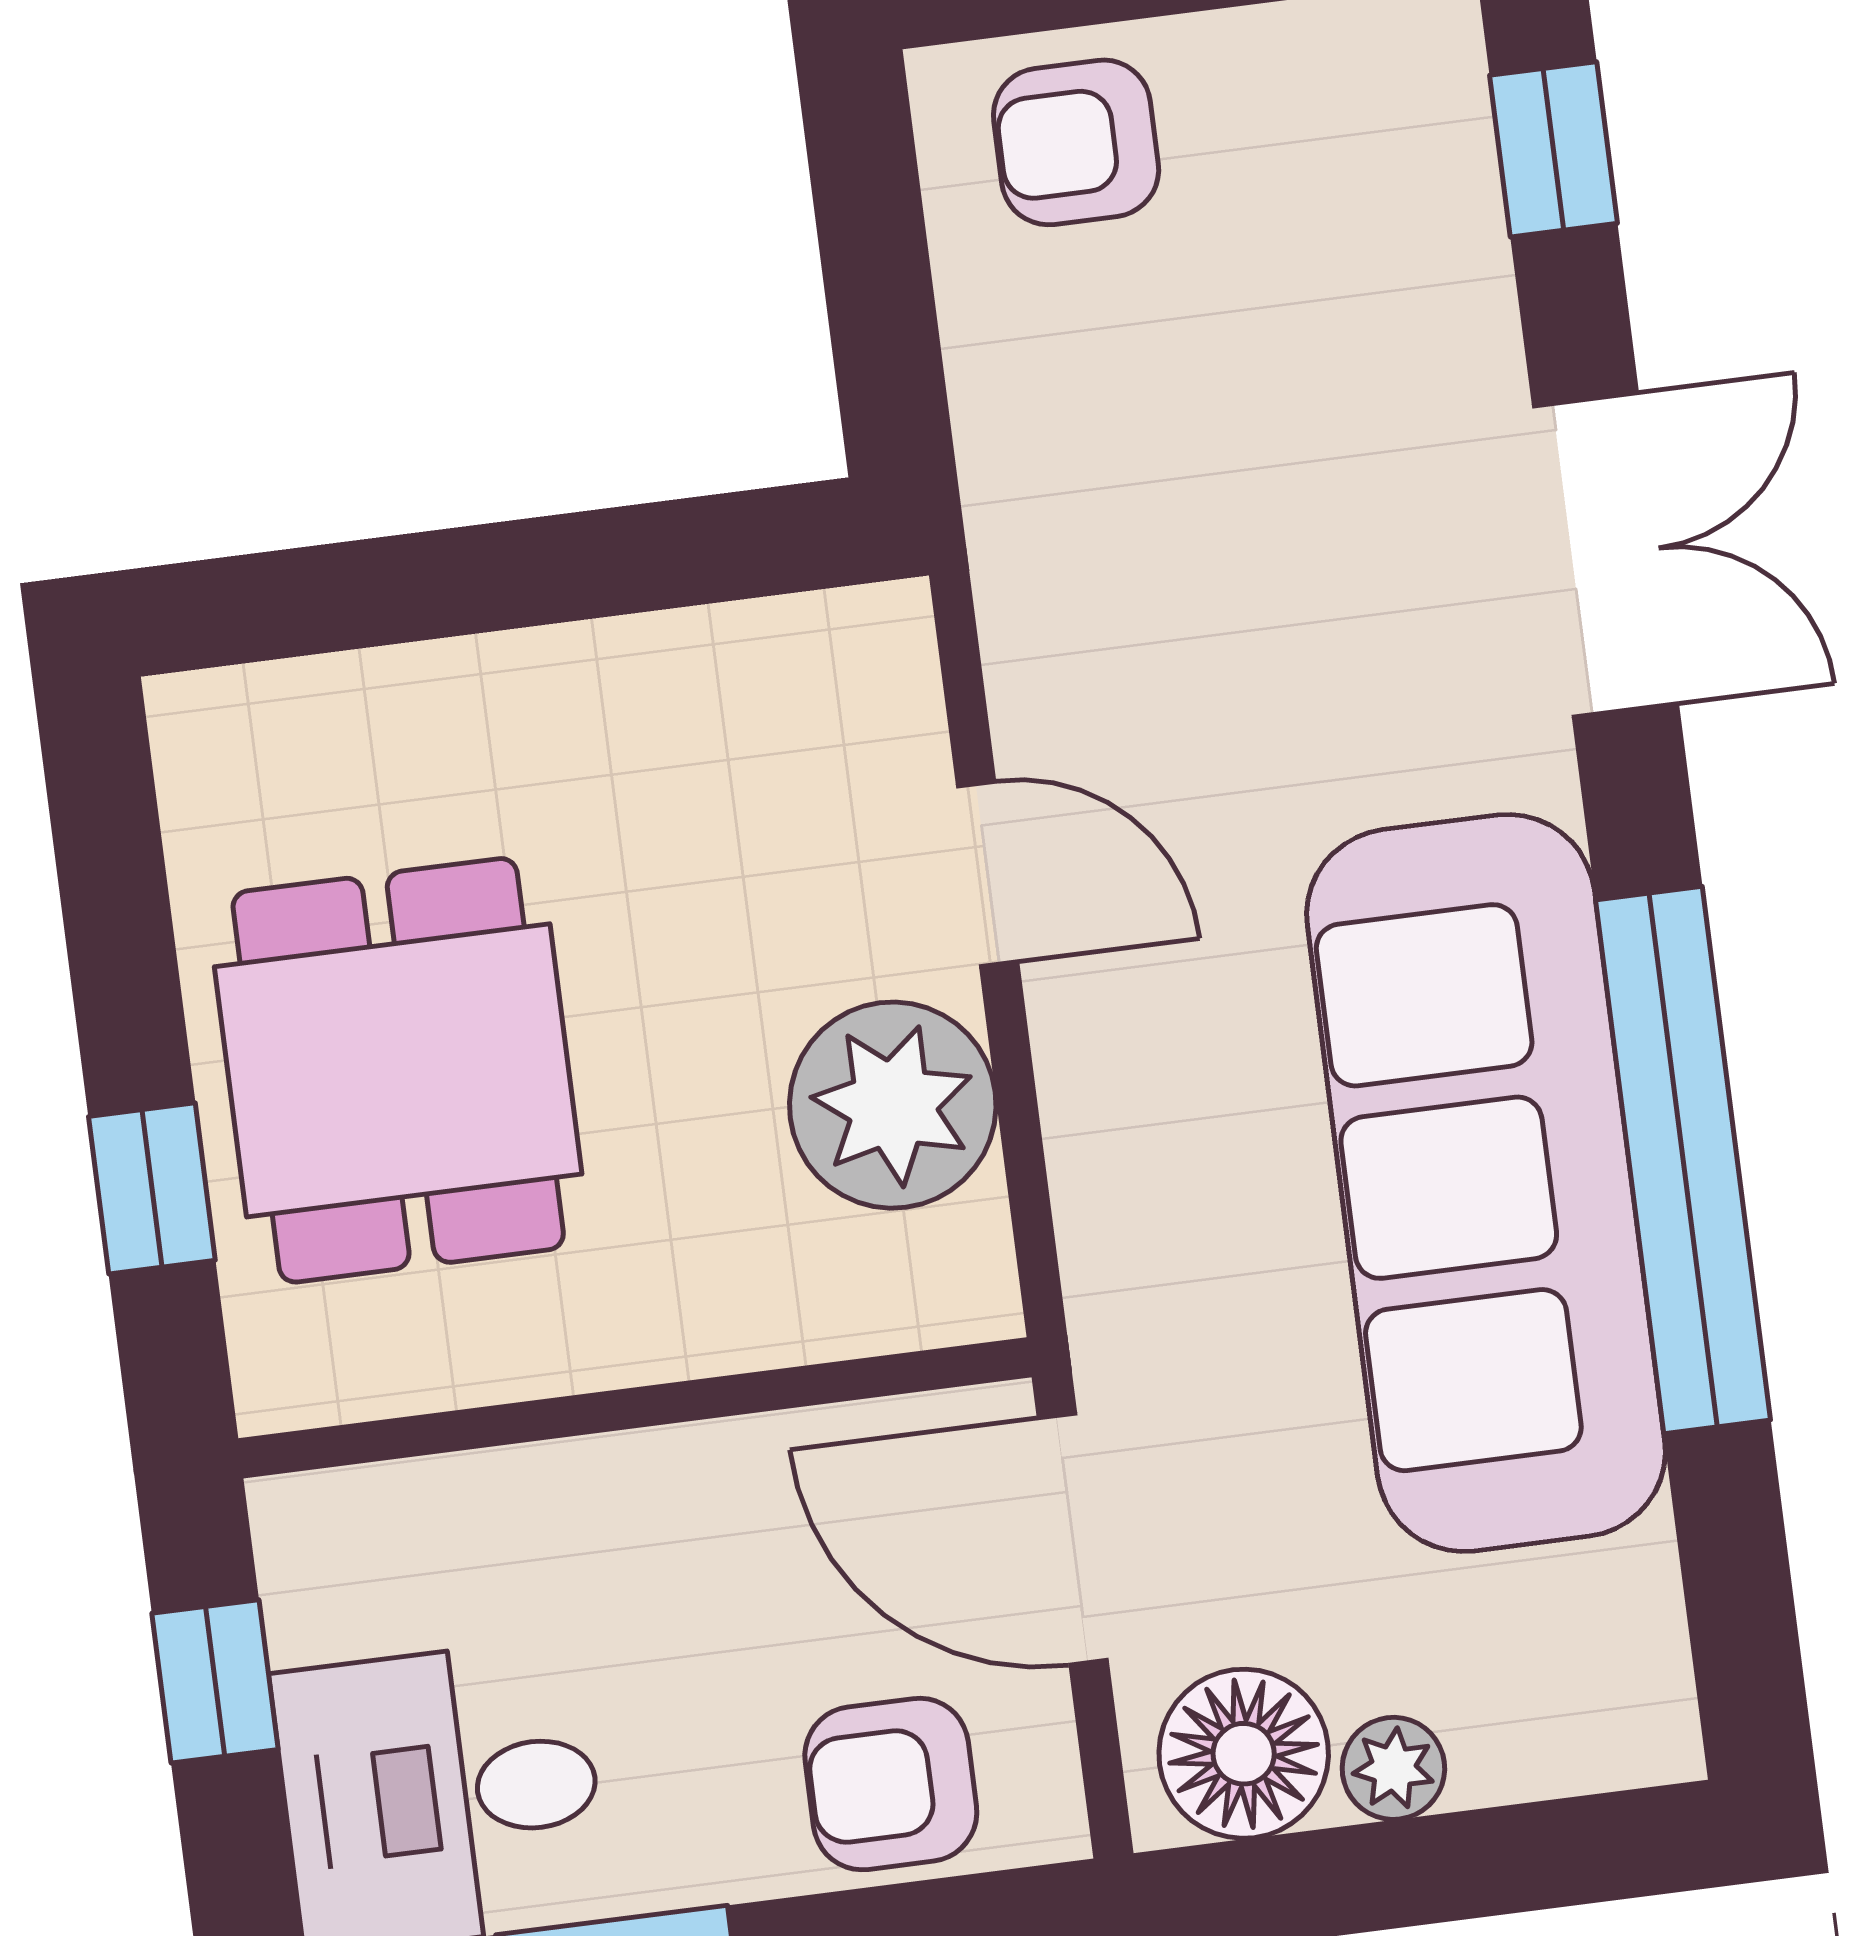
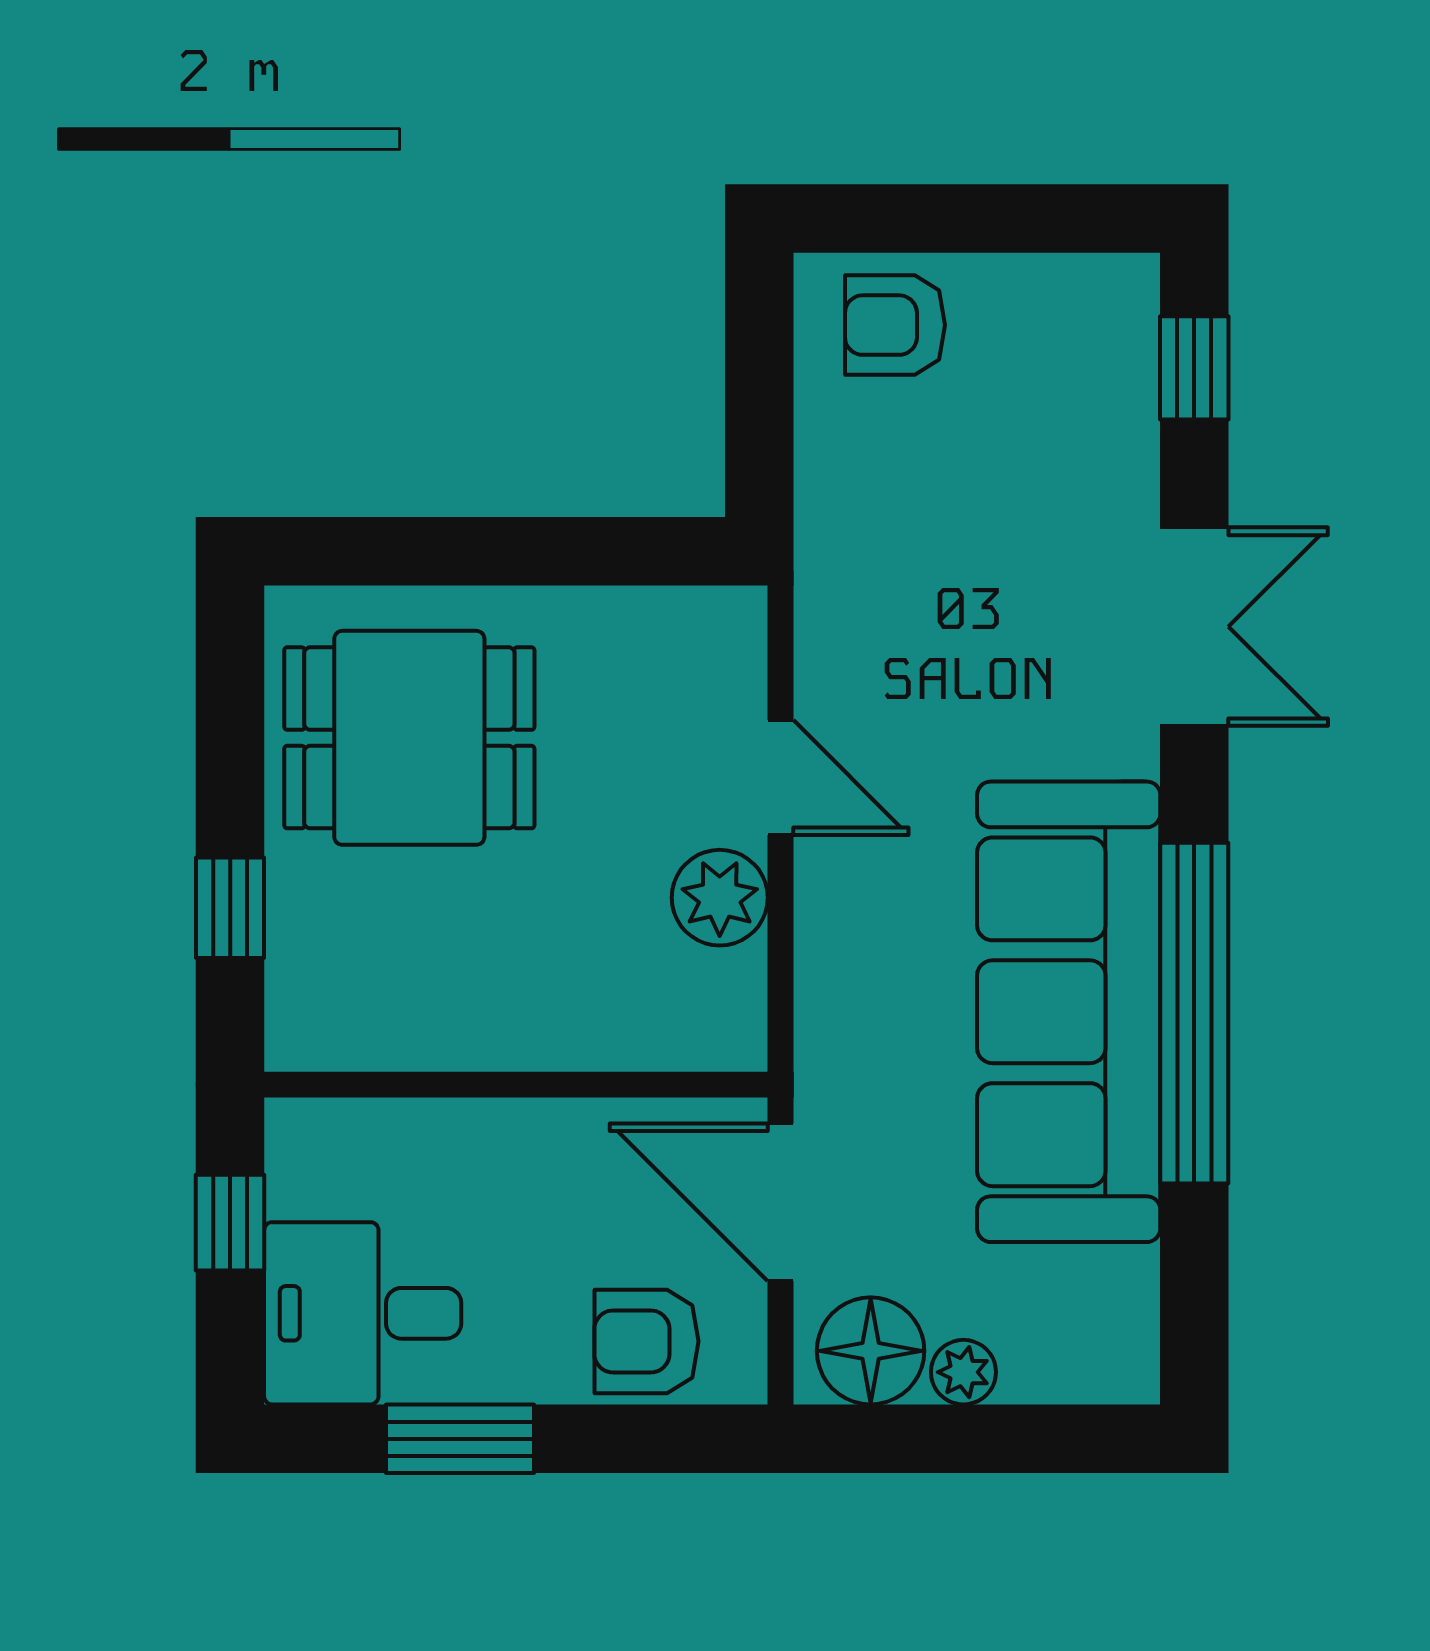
dining table: (398, 1070) -> (409, 738), moved, turned 90
plant: (893, 1105) -> (720, 898), width x0.73, depth x0.73

